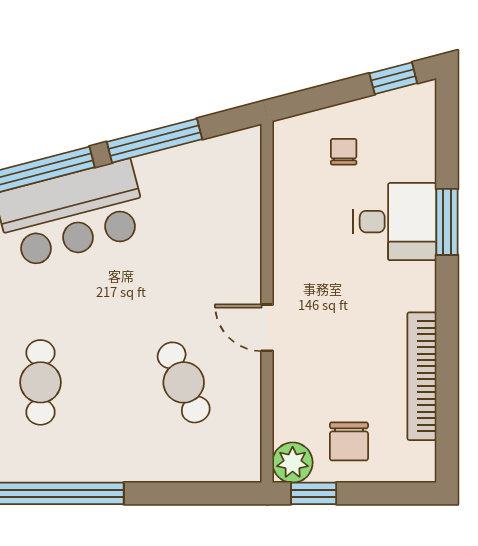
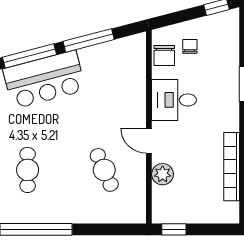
desk: (395, 222) -> (174, 100), moved, turned 180
chair: (349, 441) -> (164, 56), moved
plant: (293, 463) -> (163, 174), moved

